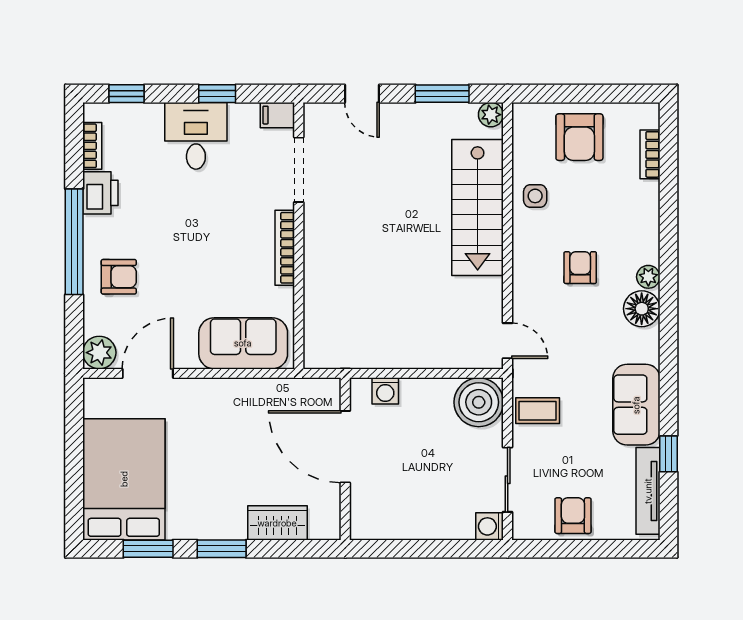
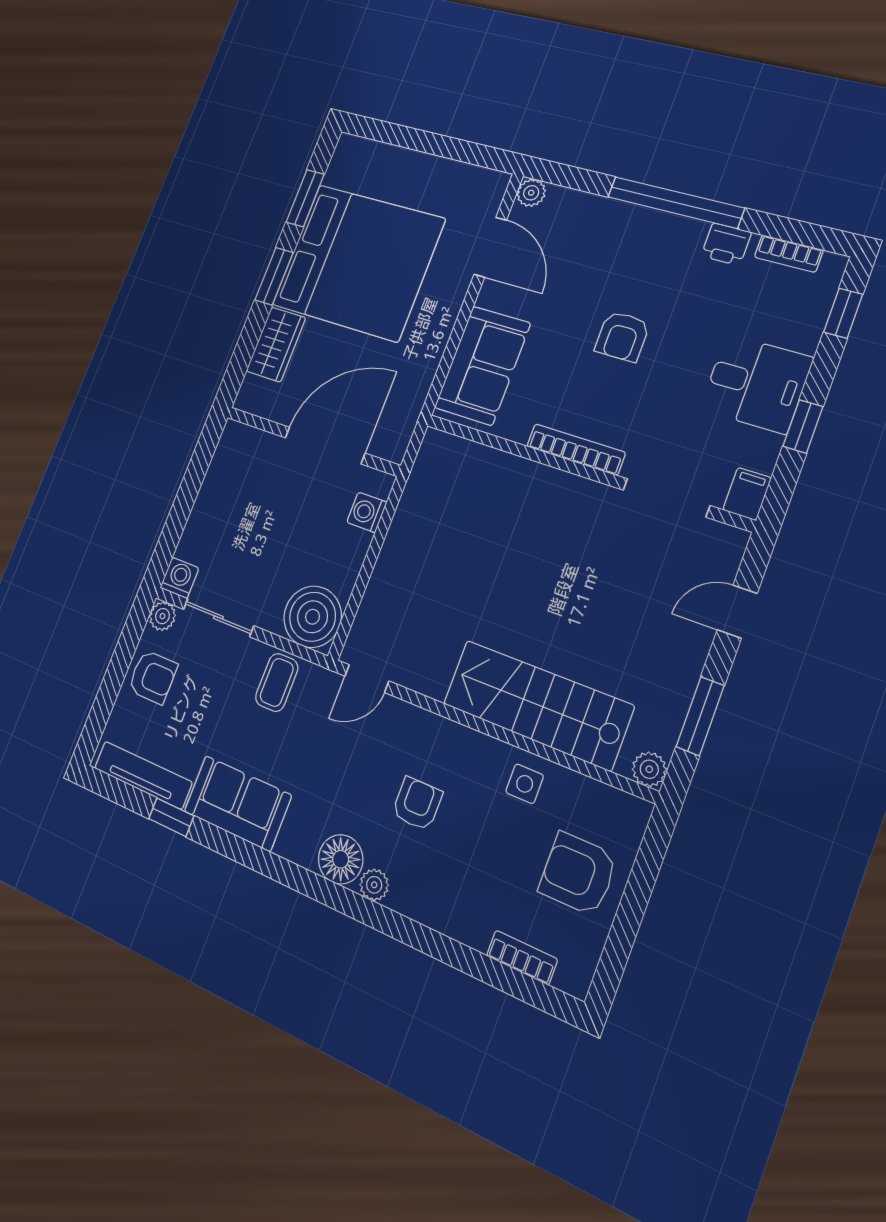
printer: (100, 193) -> (726, 244), width x0.73, depth x0.81
armchair: (580, 268) -> (417, 804), turned -90
armchair: (119, 277) -> (622, 336), moved
plant: (99, 353) -> (531, 193), width x0.73, depth x0.73
bed: (124, 479) -> (358, 262), moved, width x1.36
plant: (524, 528) -> (162, 616), added

